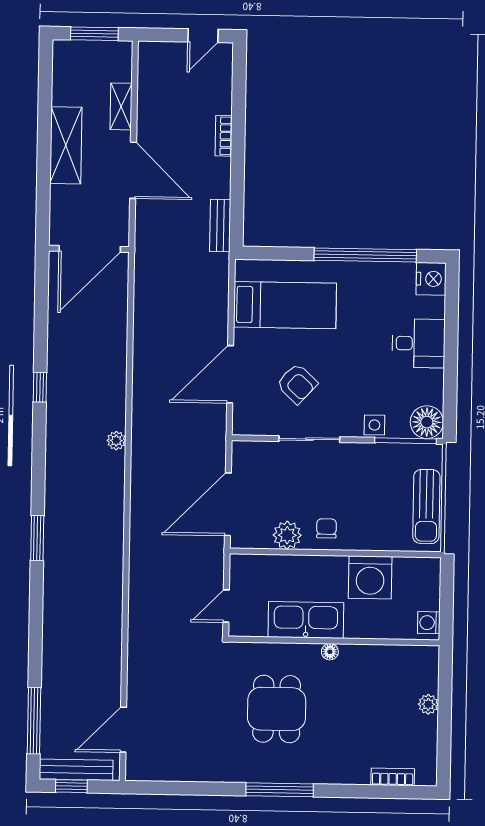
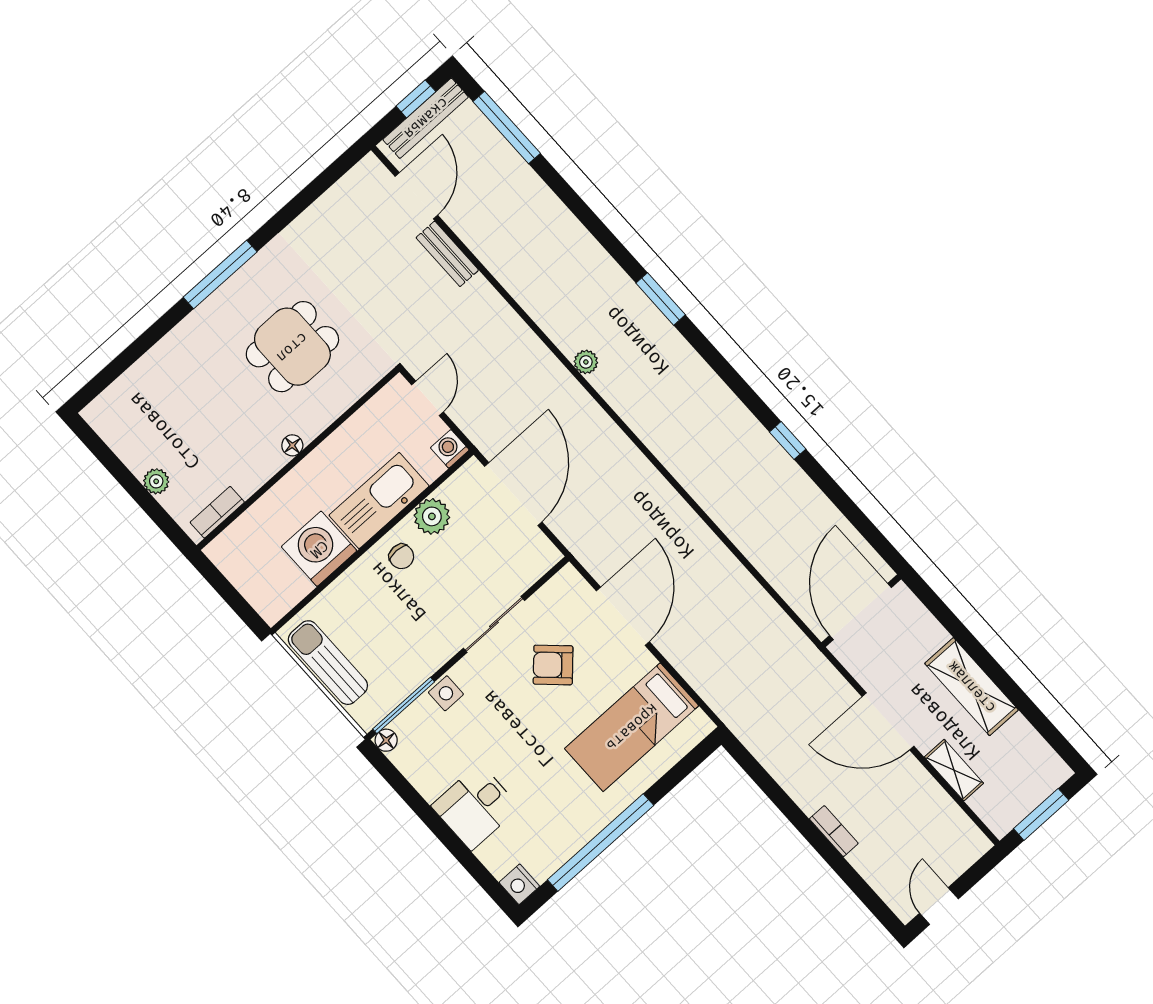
bench: (220, 225) -> (447, 254), moved
nightstand: (431, 279) -> (519, 884), width x0.74, depth x0.75
floor lamp: (427, 422) -> (386, 740), width x0.53, depth x0.53
plant: (116, 441) -> (586, 362), moved
kitchen sink: (306, 620) -> (379, 501), moved, turned 180
washing machine: (429, 623) -> (450, 449), moved, turned -90
dining table: (277, 709) -> (292, 347), turned 90
bookcase: (393, 777) -> (217, 512), moved, turned 180

